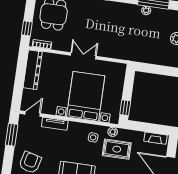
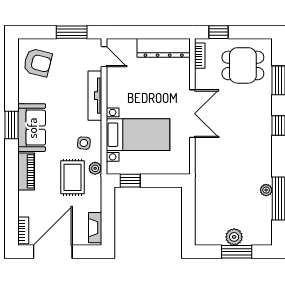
double door: (83, 56) -> (192, 114), width x1.37
bed with nightstands: (86, 96) -> (138, 135), width x0.73
tv unit: (55, 124) -> (95, 96), width x1.41

